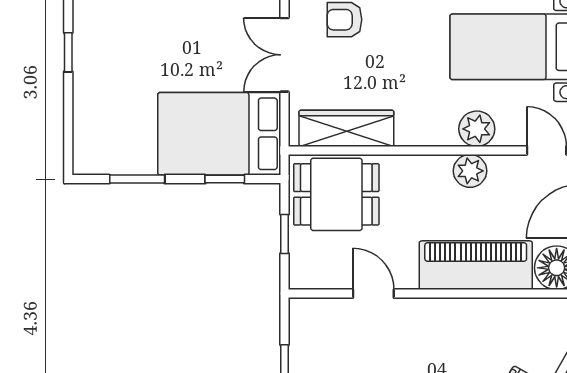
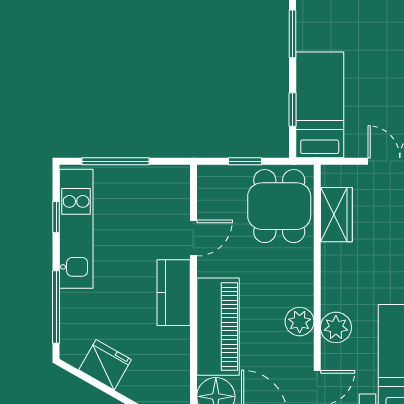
wardrobe: (346, 128) -> (336, 215), width x0.67
bed: (219, 134) -> (320, 105), width x0.67
kitchen counter: (436, 316) -> (174, 293), added

